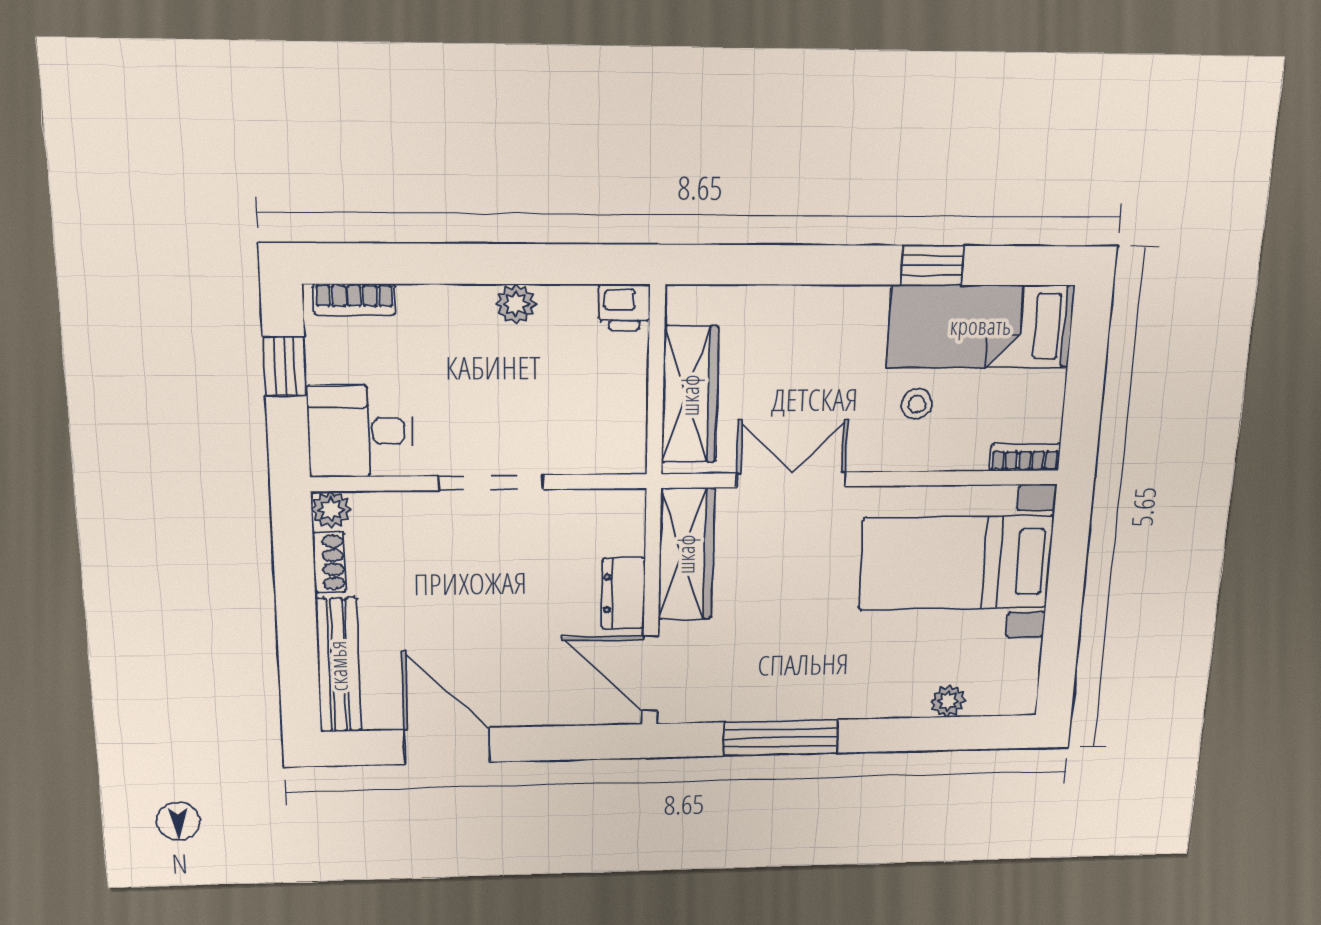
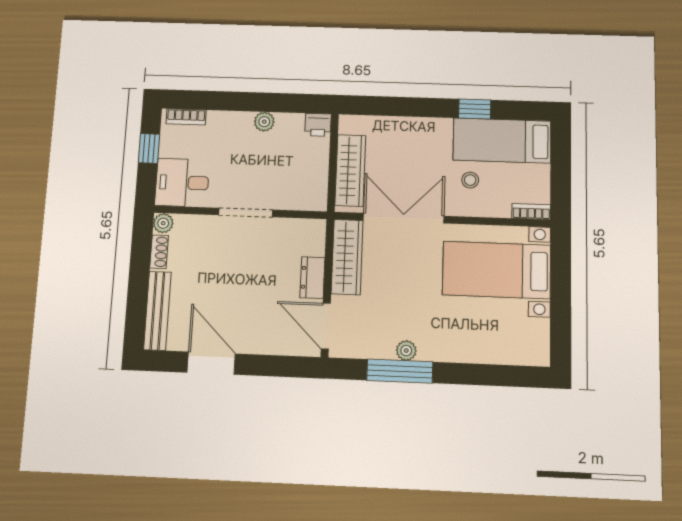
double door: (791, 480) -> (404, 218), width x1.37
plant: (948, 701) -> (406, 351), moved

